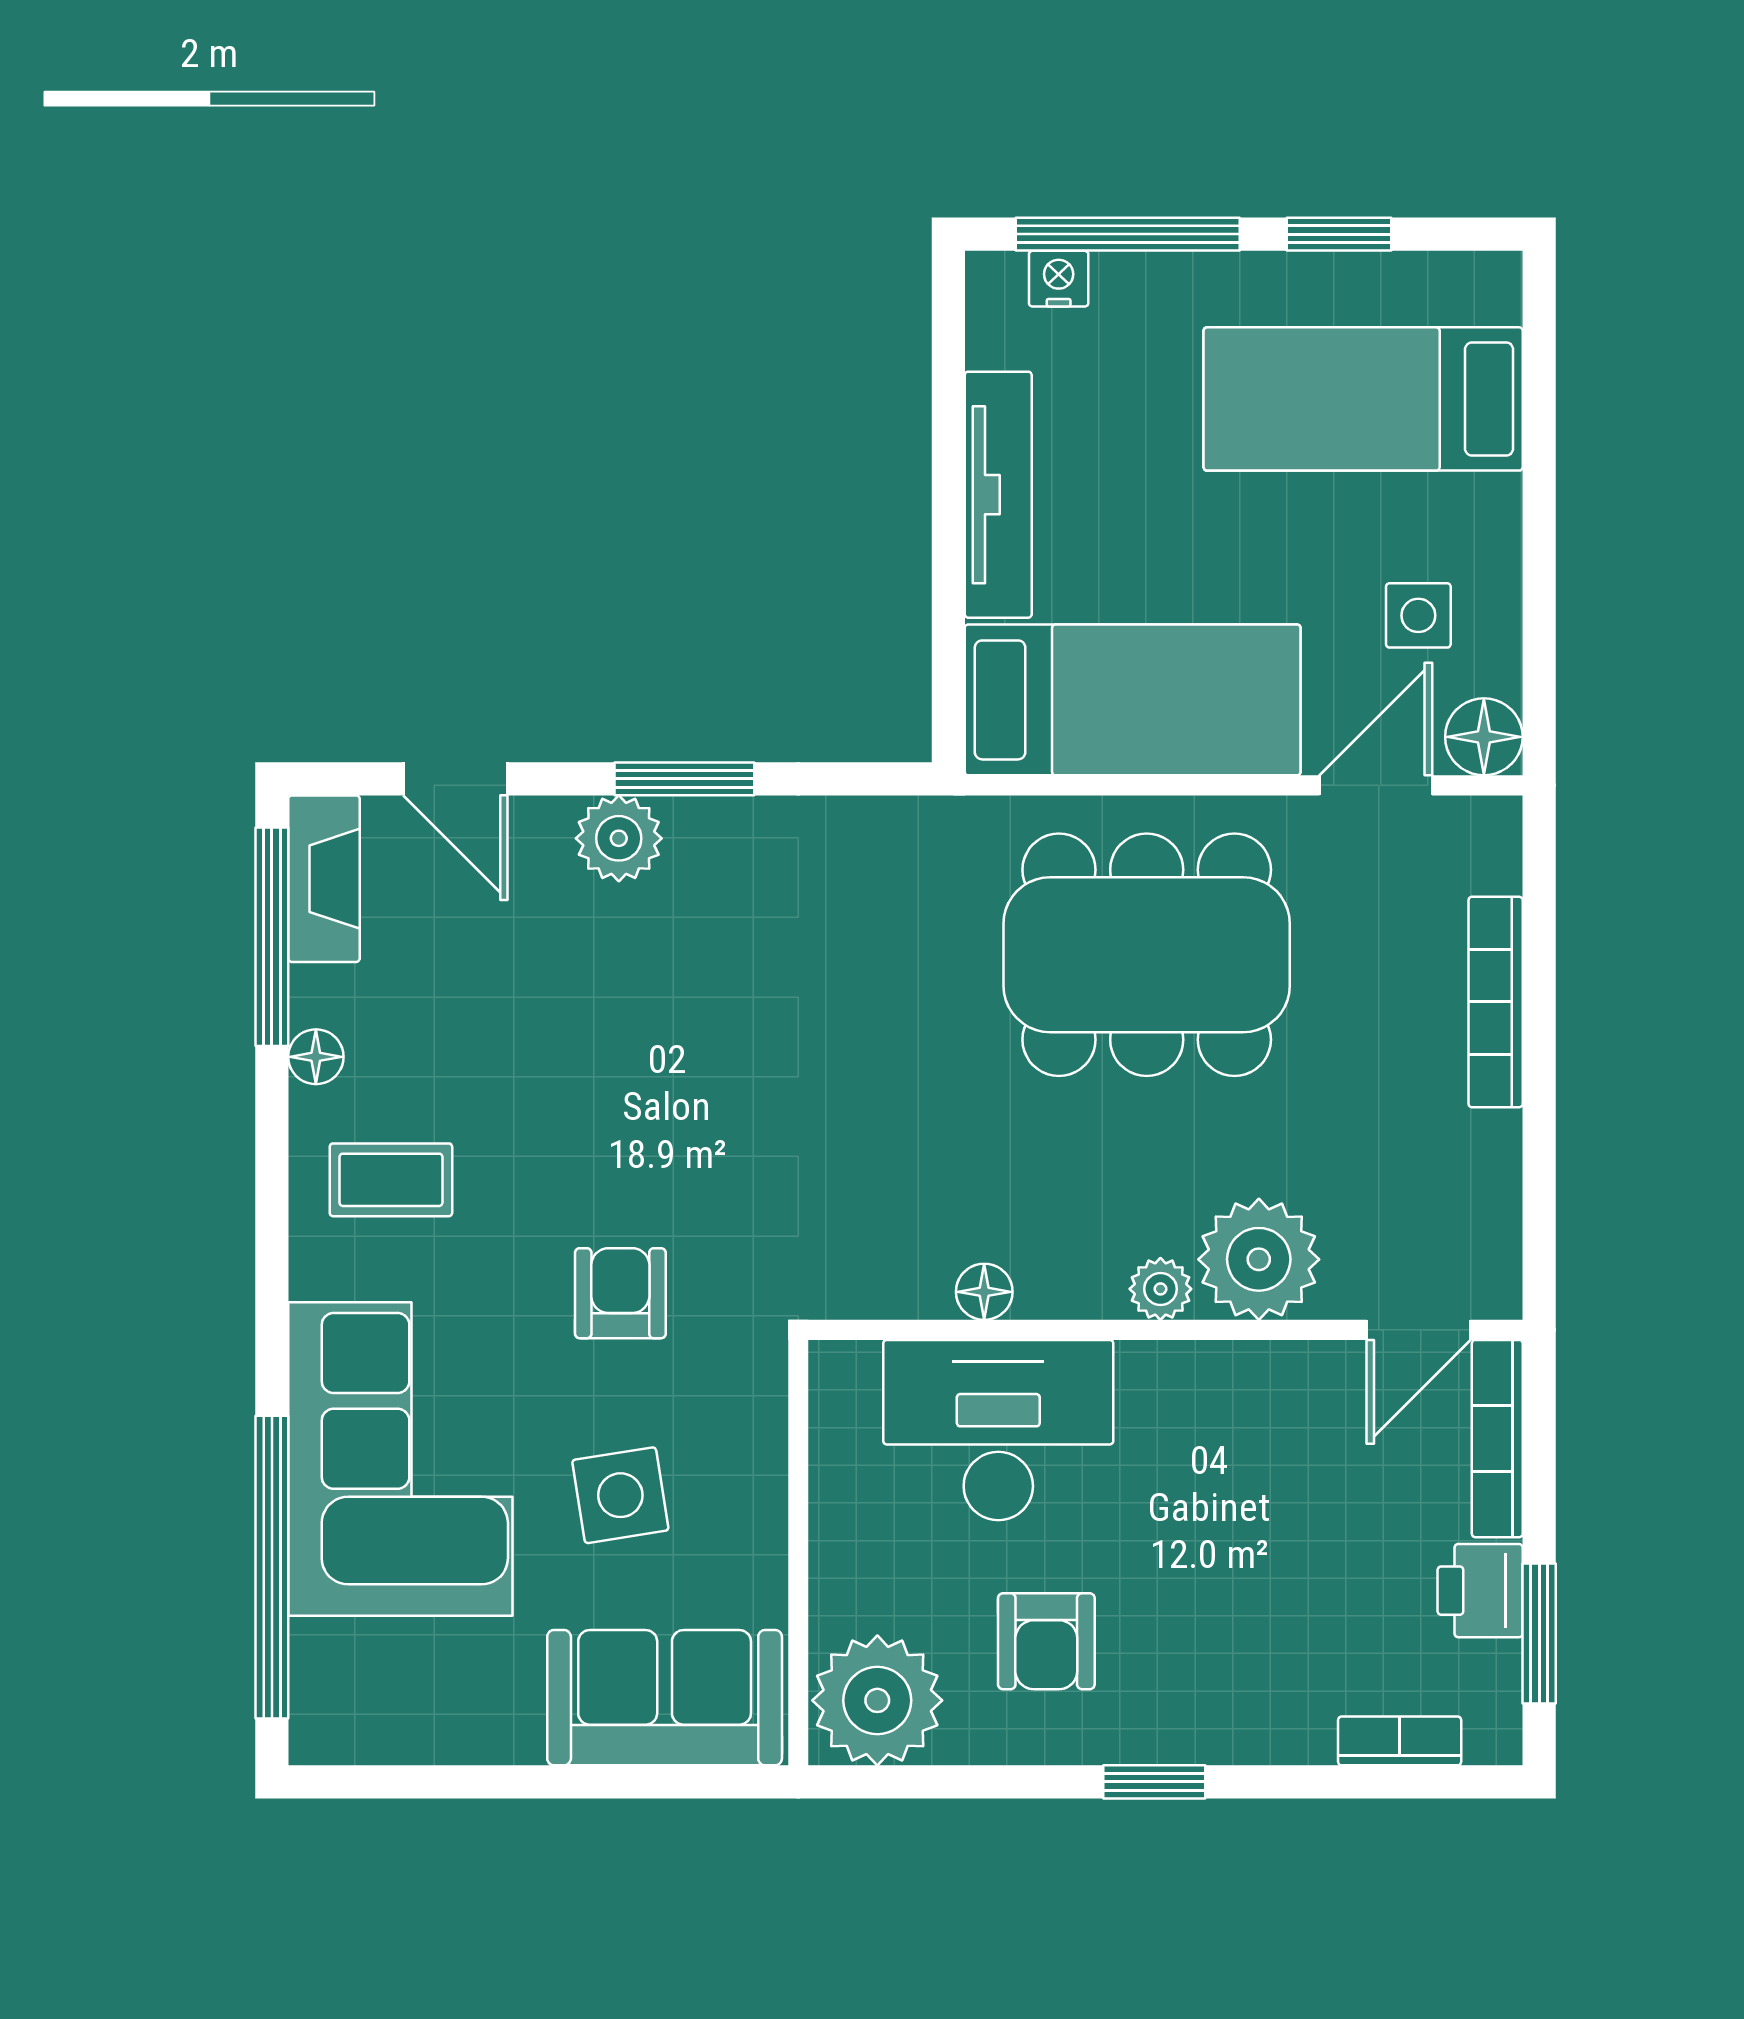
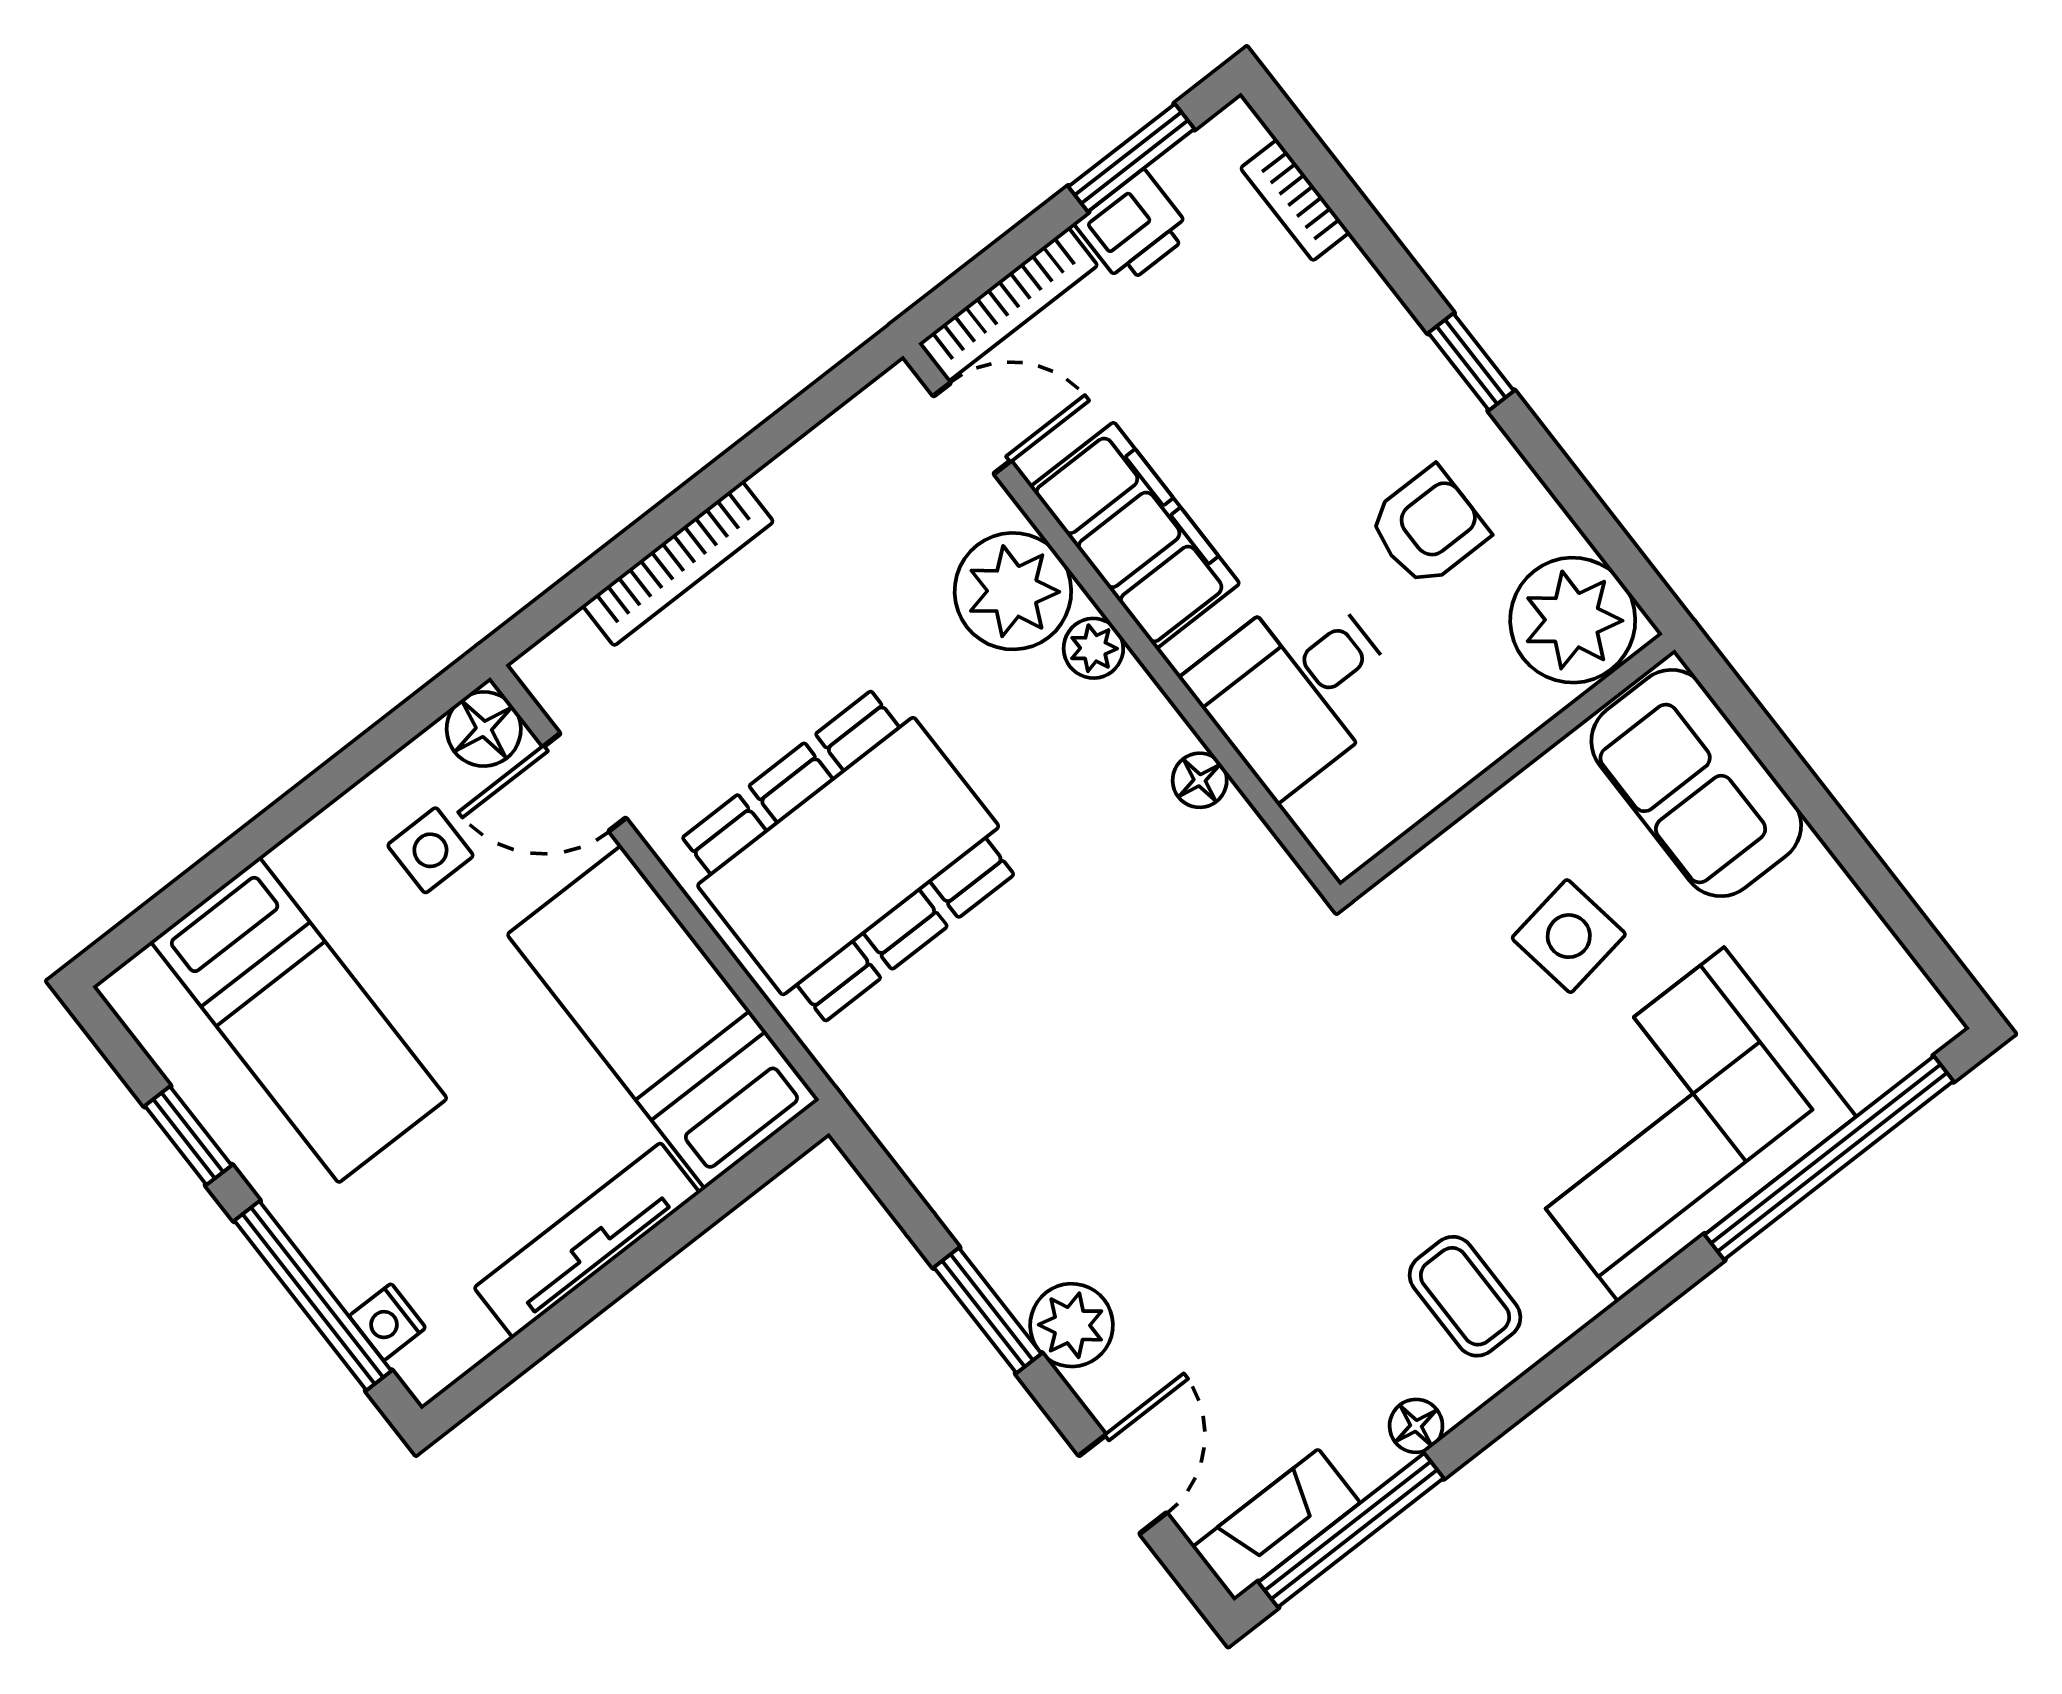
dining table: (1147, 955) -> (848, 856), turned 90
armchair: (620, 1293) -> (1416, 1055), removed
filing cabinet: (1227, 1395) -> (1135, 535), added
desk: (998, 1430) -> (1296, 688), width x0.73

